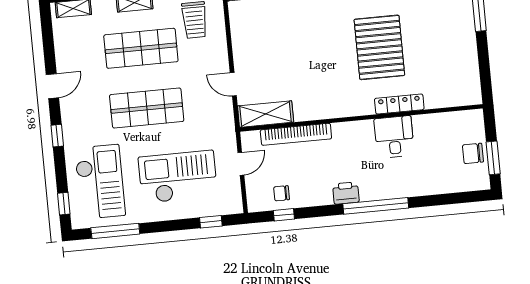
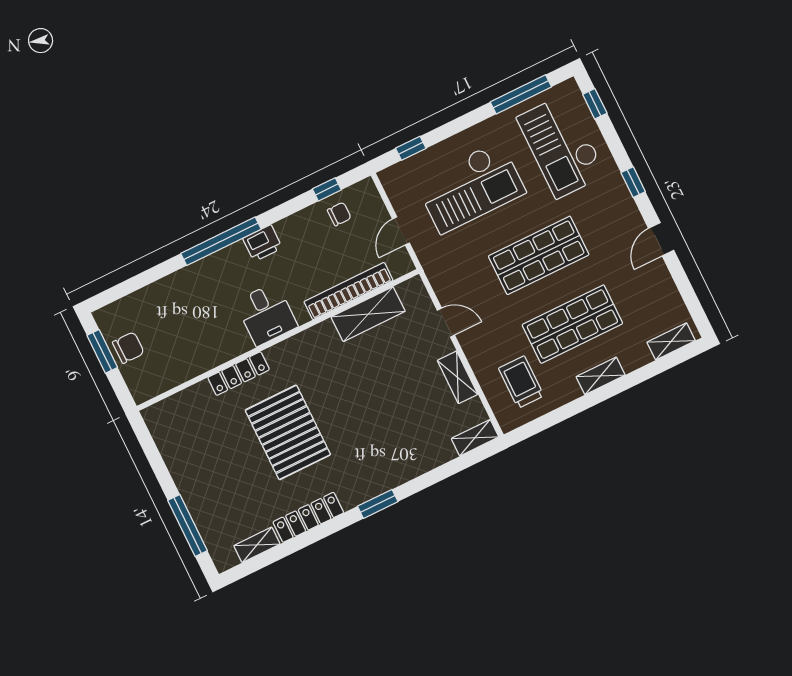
shelving: (240, 41) -> (458, 377), added
shelving: (266, 114) -> (368, 314), moved
desk: (394, 137) -> (266, 314), moved

